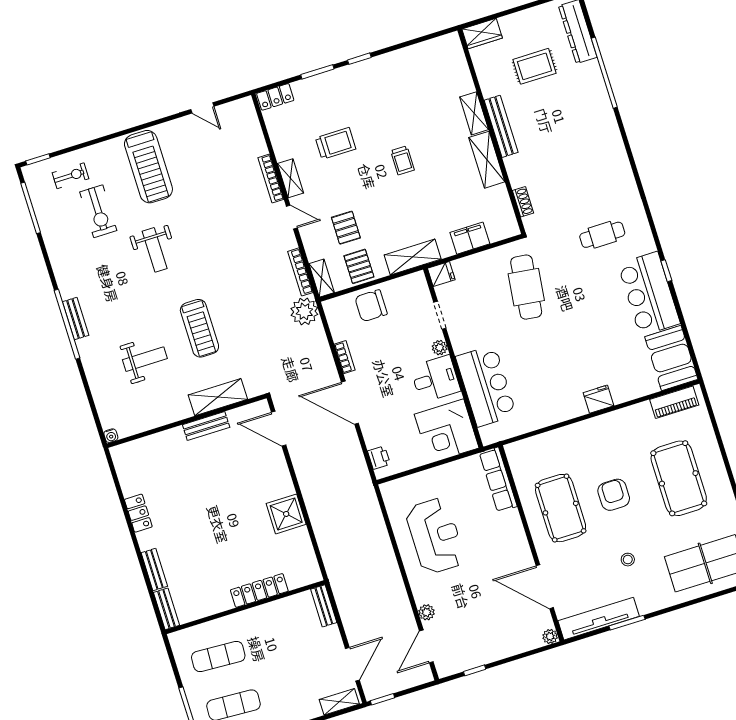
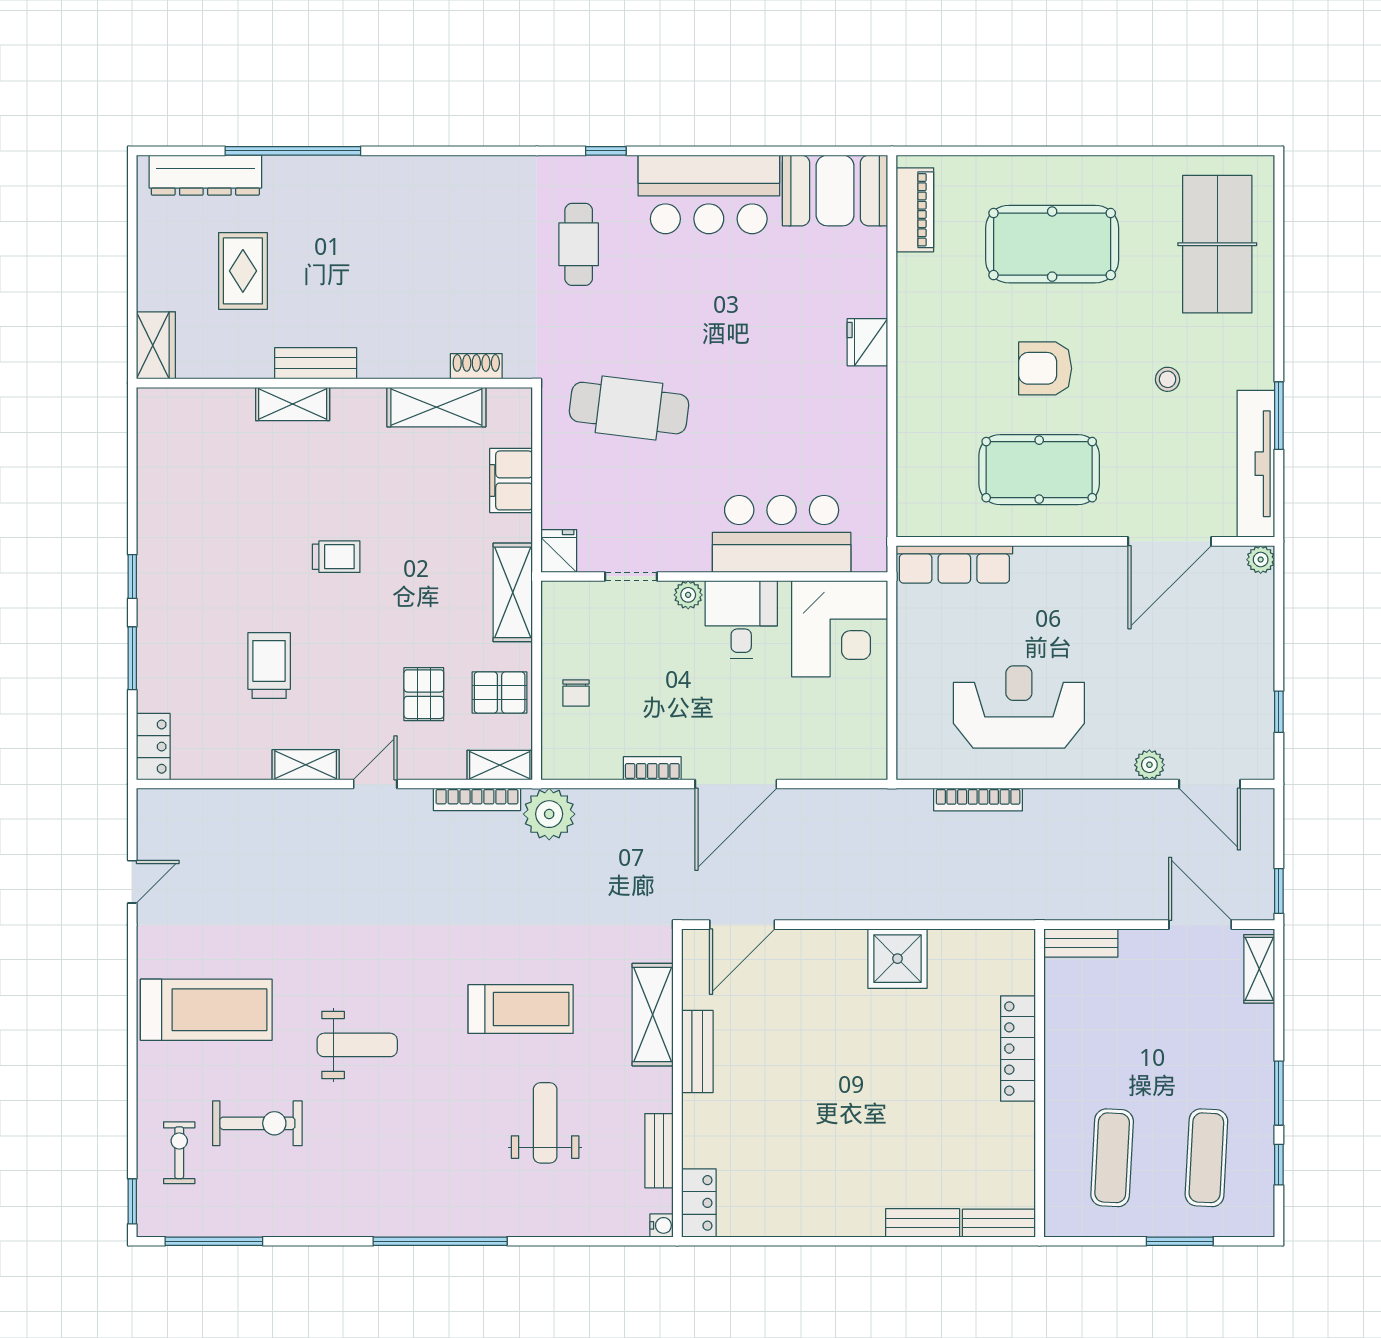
bench: (501, 126) -> (316, 363), width x0.73
shelving: (487, 160) -> (436, 407), moved
bookcase: (271, 179) -> (978, 800), moved
pallet: (346, 228) -> (424, 694), turned 90
window: (666, 271) -> (606, 151), moved
chair: (371, 306) -> (576, 693), width x0.54, depth x0.54
bench: (76, 319) -> (659, 1151), moved, turned 90
printer: (379, 458) -> (849, 763), removed
locker: (138, 513) -> (699, 1203), moved, turned 90

